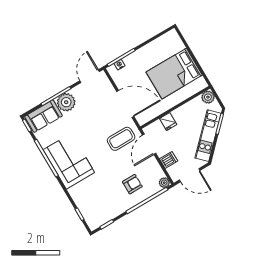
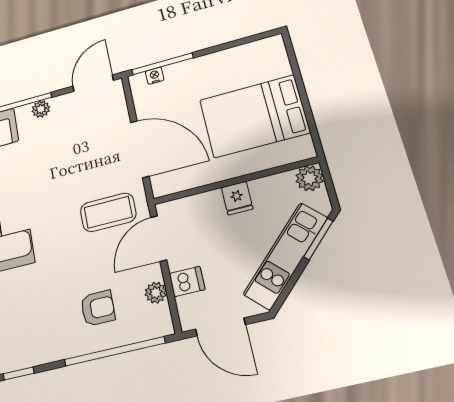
plant: (66, 102) -> (41, 109), width x0.53, depth x0.53
fridge: (168, 121) -> (237, 198), moved
plant: (164, 183) -> (156, 293), moved

